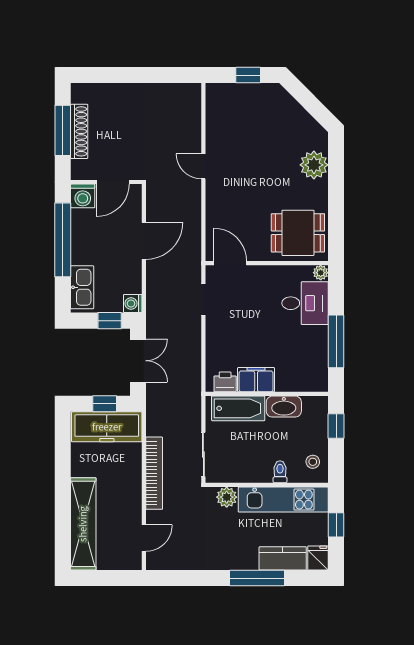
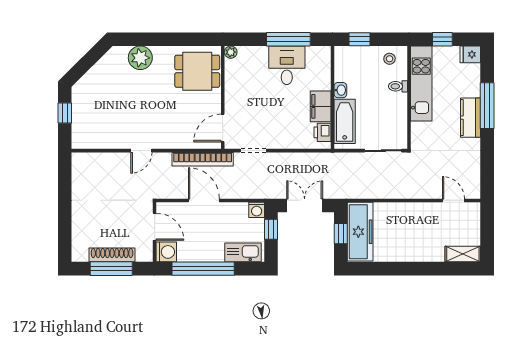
dining table: (298, 233) -> (197, 71), turned 90
desk: (305, 303) -> (287, 65), moved
washbasin: (284, 407) -> (340, 90), width x0.52, depth x0.69
bookcase: (154, 473) -> (203, 159), moved, turned 180
plant: (227, 497) -> (419, 131), removed
shelving: (83, 524) -> (463, 254), width x0.45, depth x0.75
kitchen counter: (283, 558) -> (471, 118), moved

